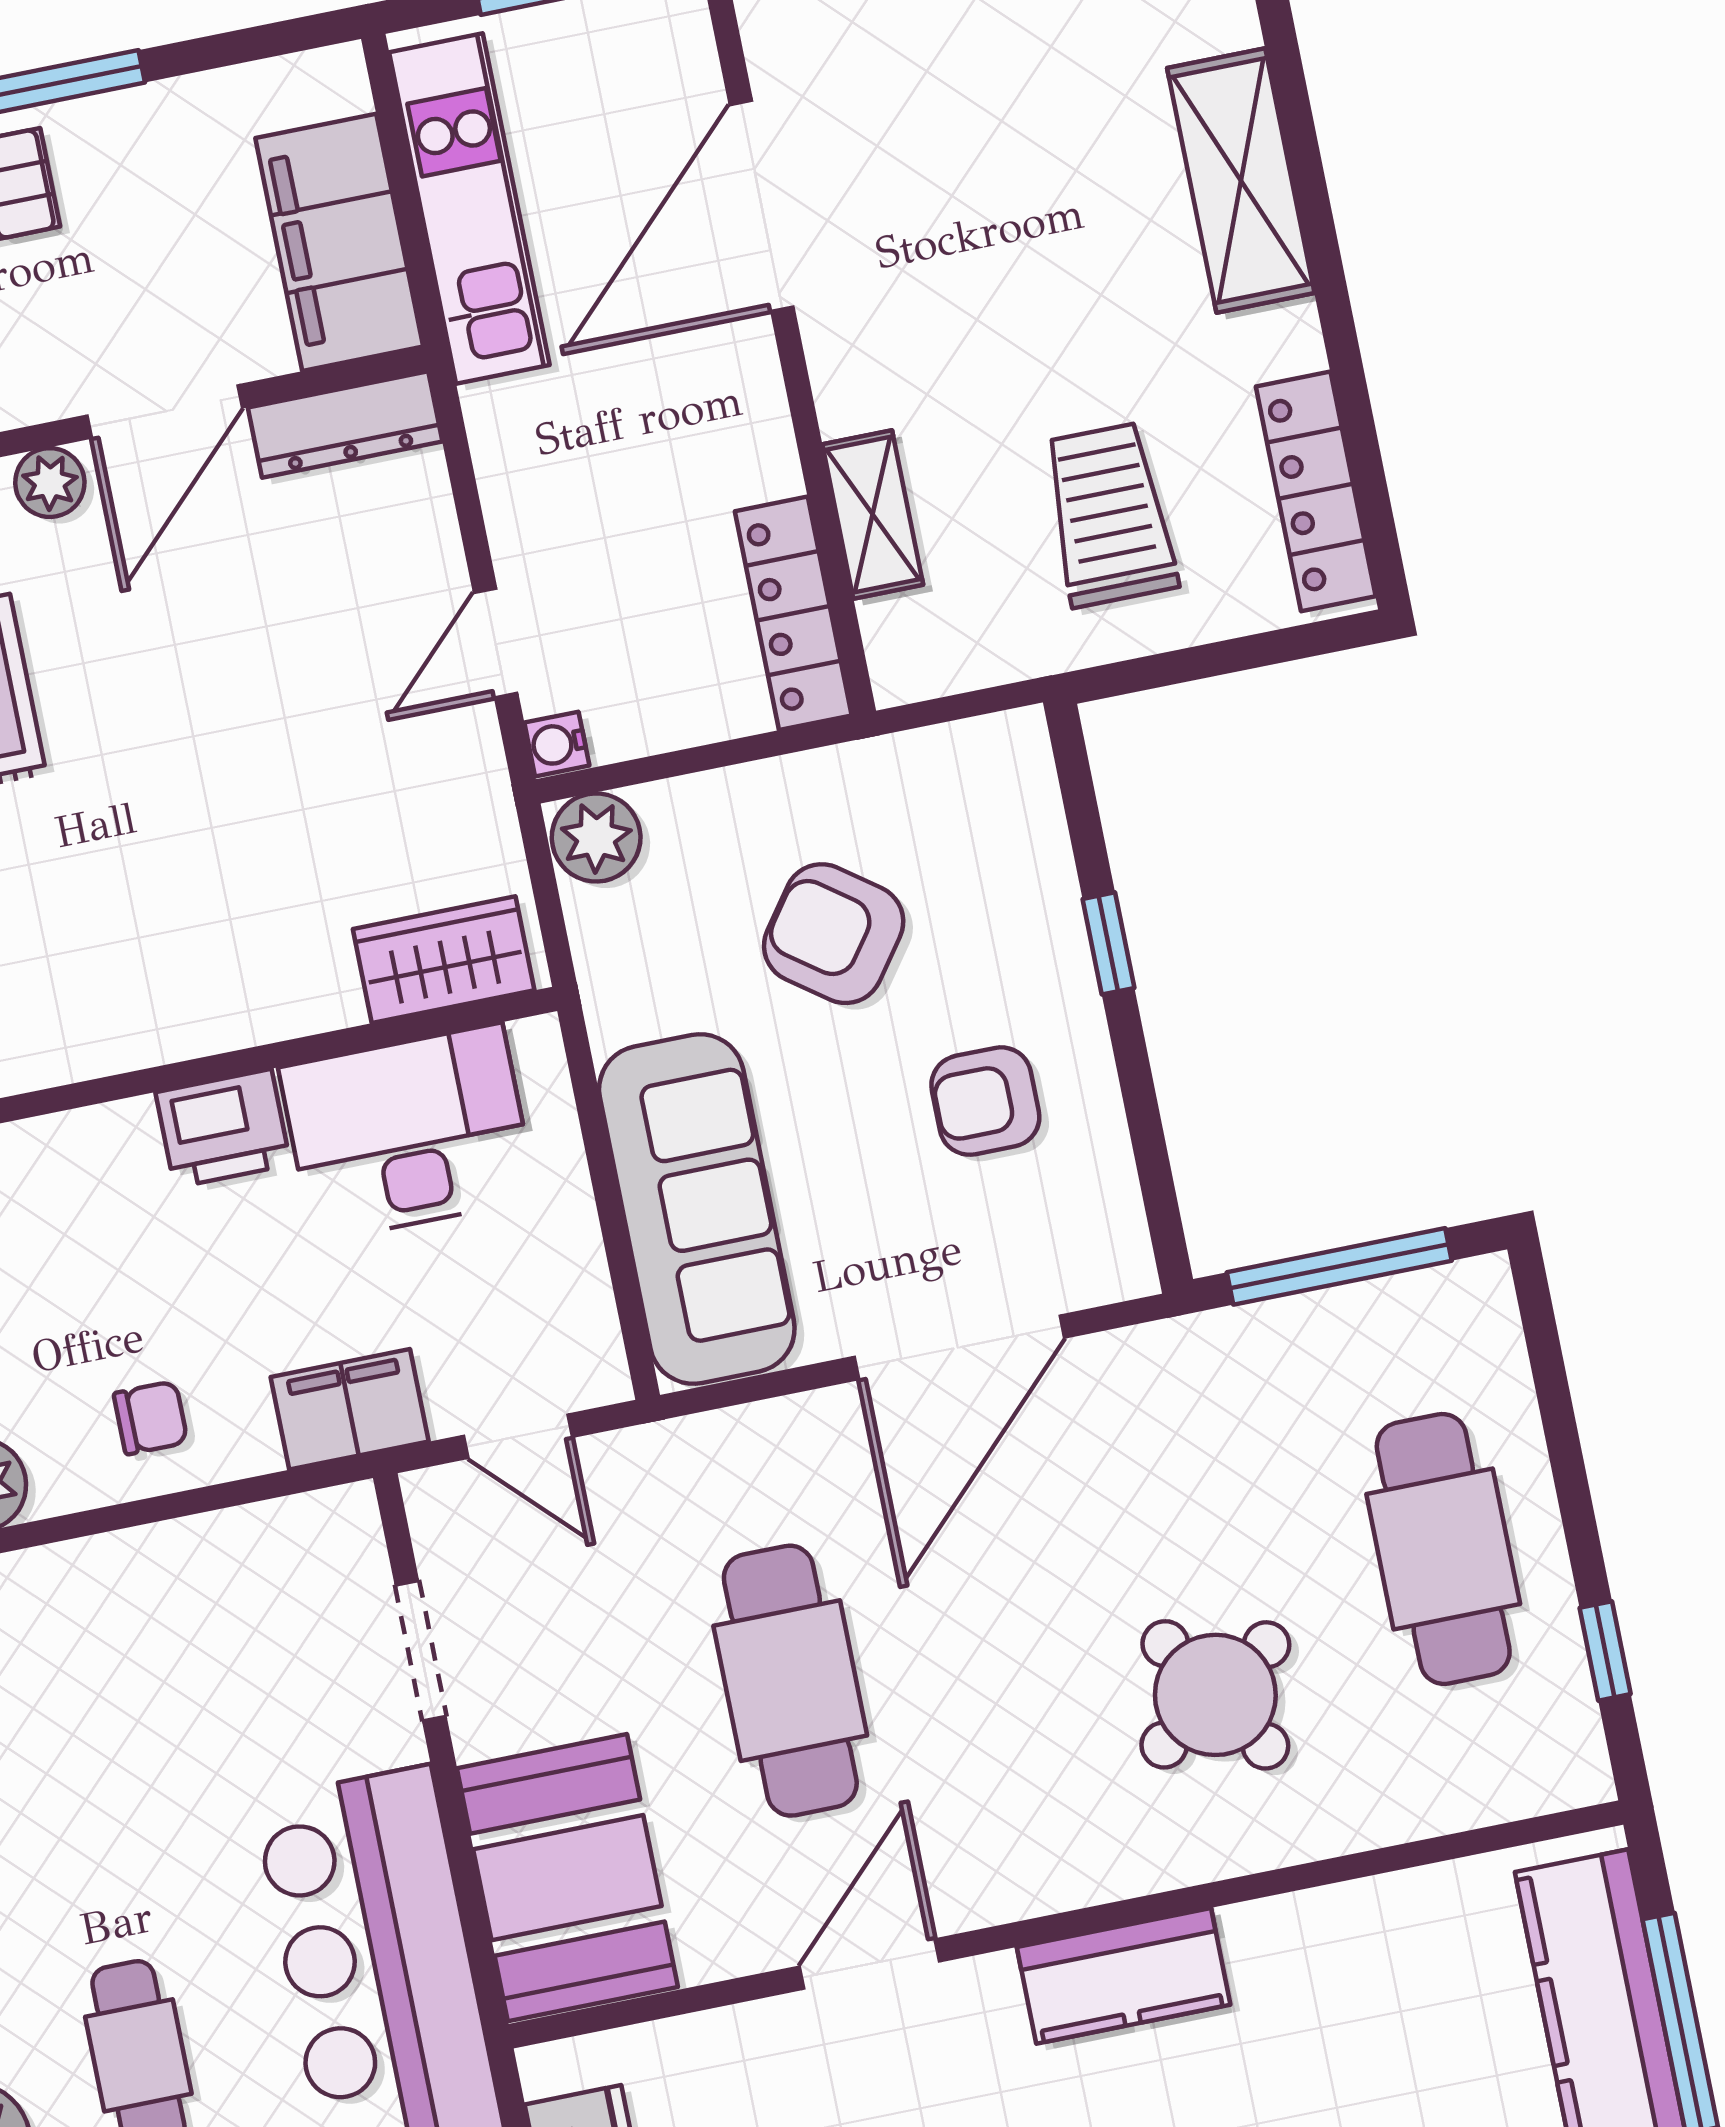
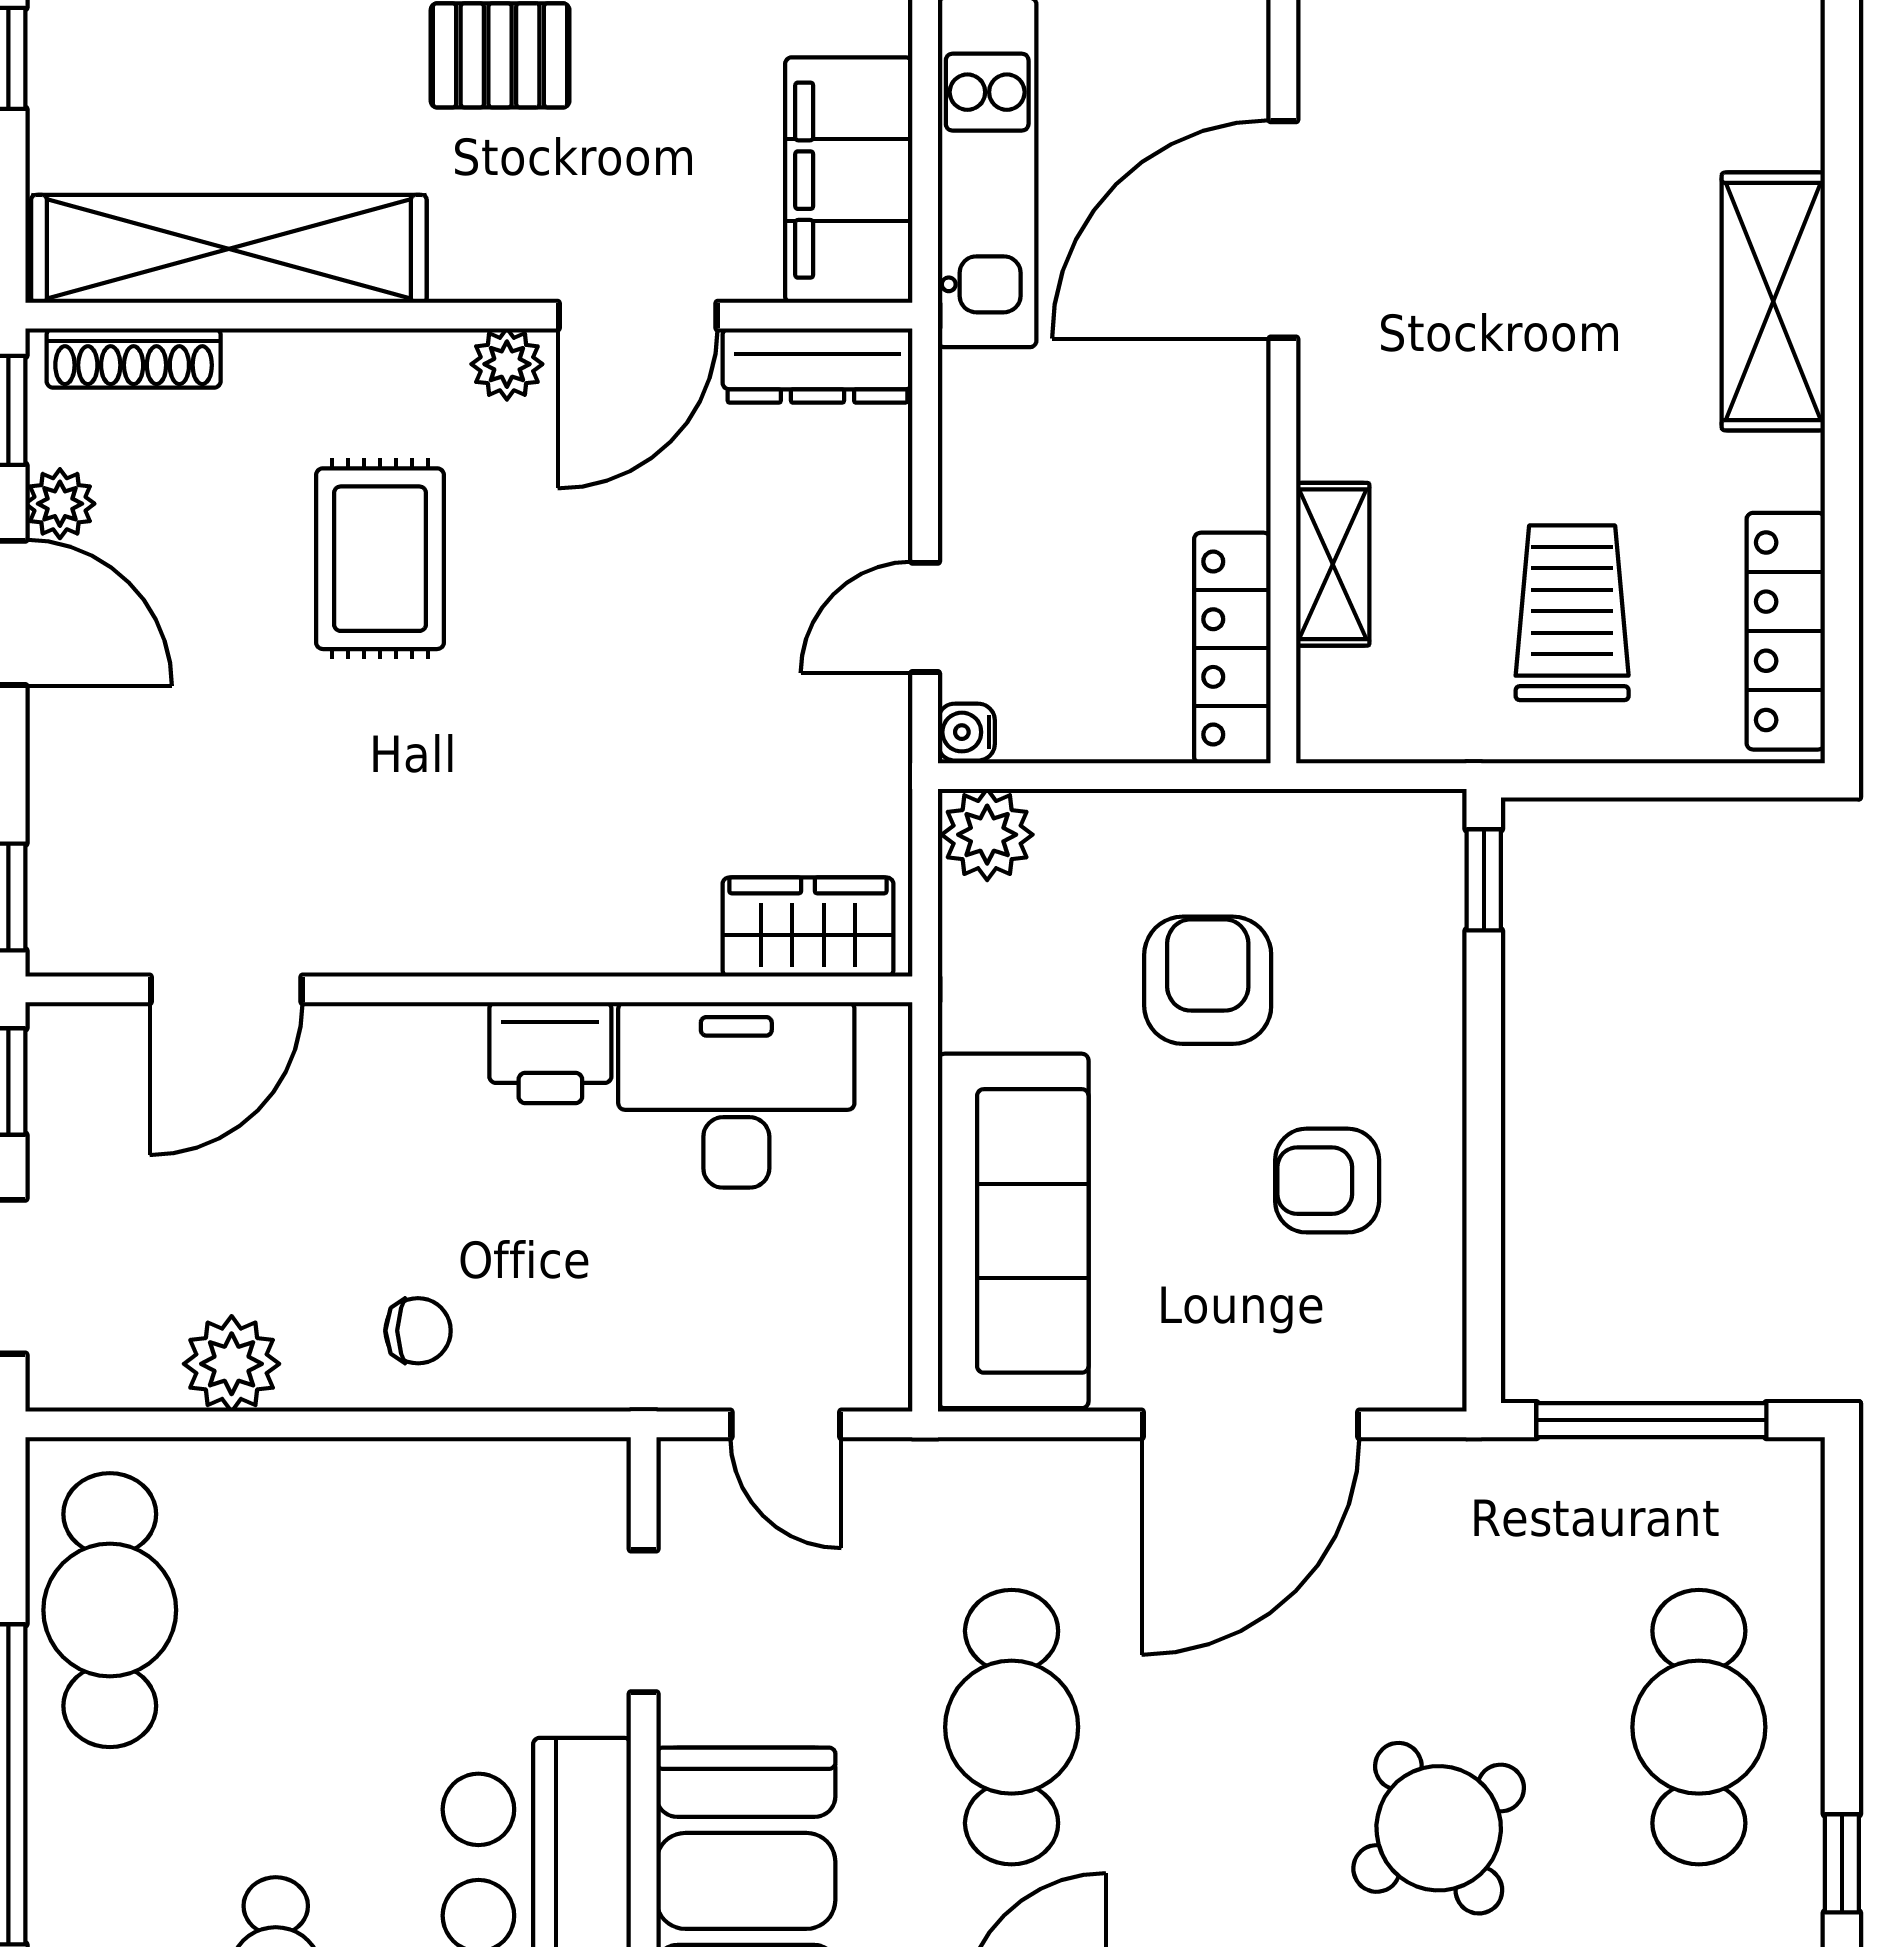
armchair: (834, 934) -> (1208, 980), turned 54
window: (1108, 943) -> (1484, 880), moved
filing cabinet: (350, 1409) -> (621, 1363), removed

